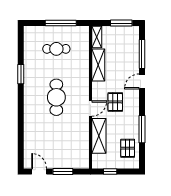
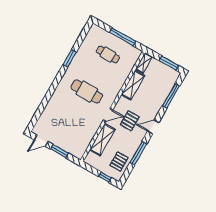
door: (142, 81) -> (153, 127), moved
cafe table: (56, 97) -> (87, 91), turned 90
door: (39, 171) -> (41, 141), swing flipped
window: (110, 171) -> (105, 177), moved

